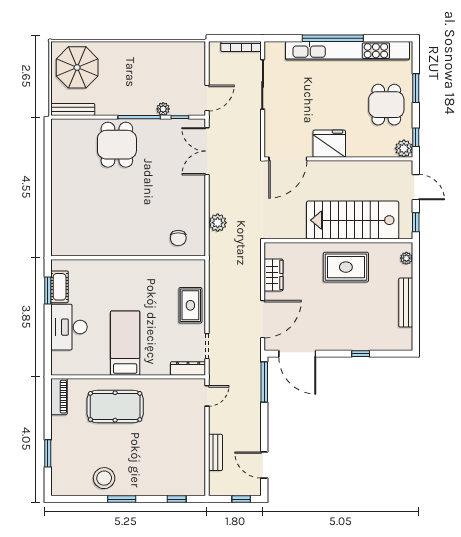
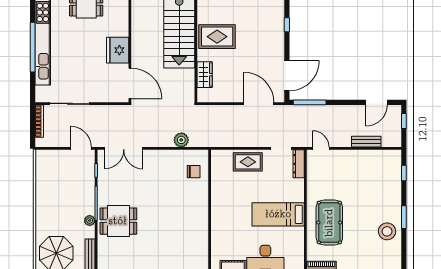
plant: (163, 109) -> (90, 221), moved
rug: (346, 267) -> (217, 37), turned 90
wardrobe: (274, 275) -> (205, 75), moved, turned 90

